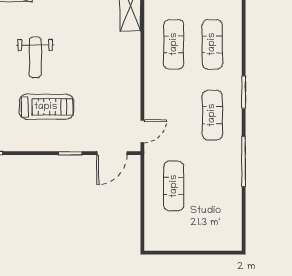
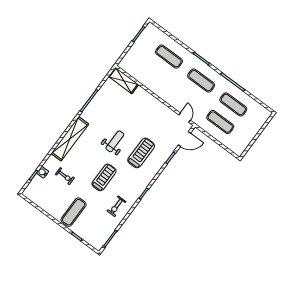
exercise mat: (174, 44) -> (233, 105), moved
weight bench: (35, 57) -> (115, 141), turned -90
door: (112, 153) -> (184, 139), hinge flipped

